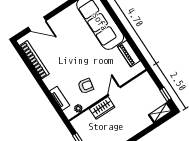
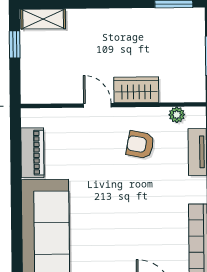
door: (114, 91) -> (97, 105), swing flipped

